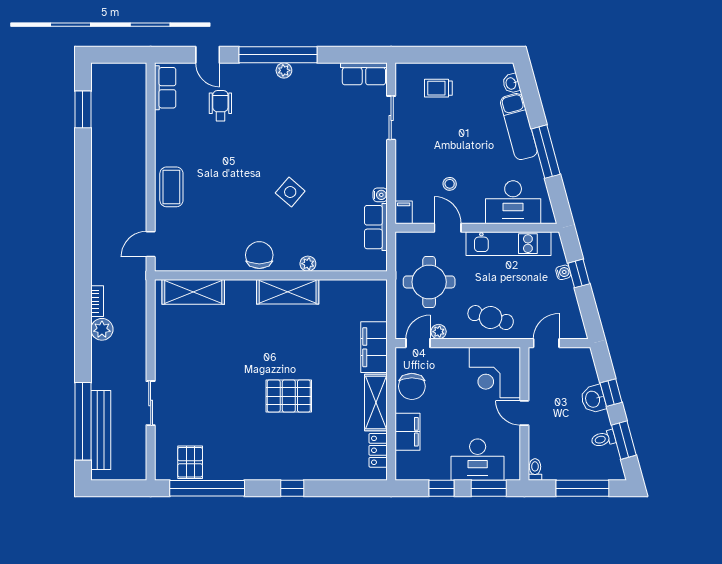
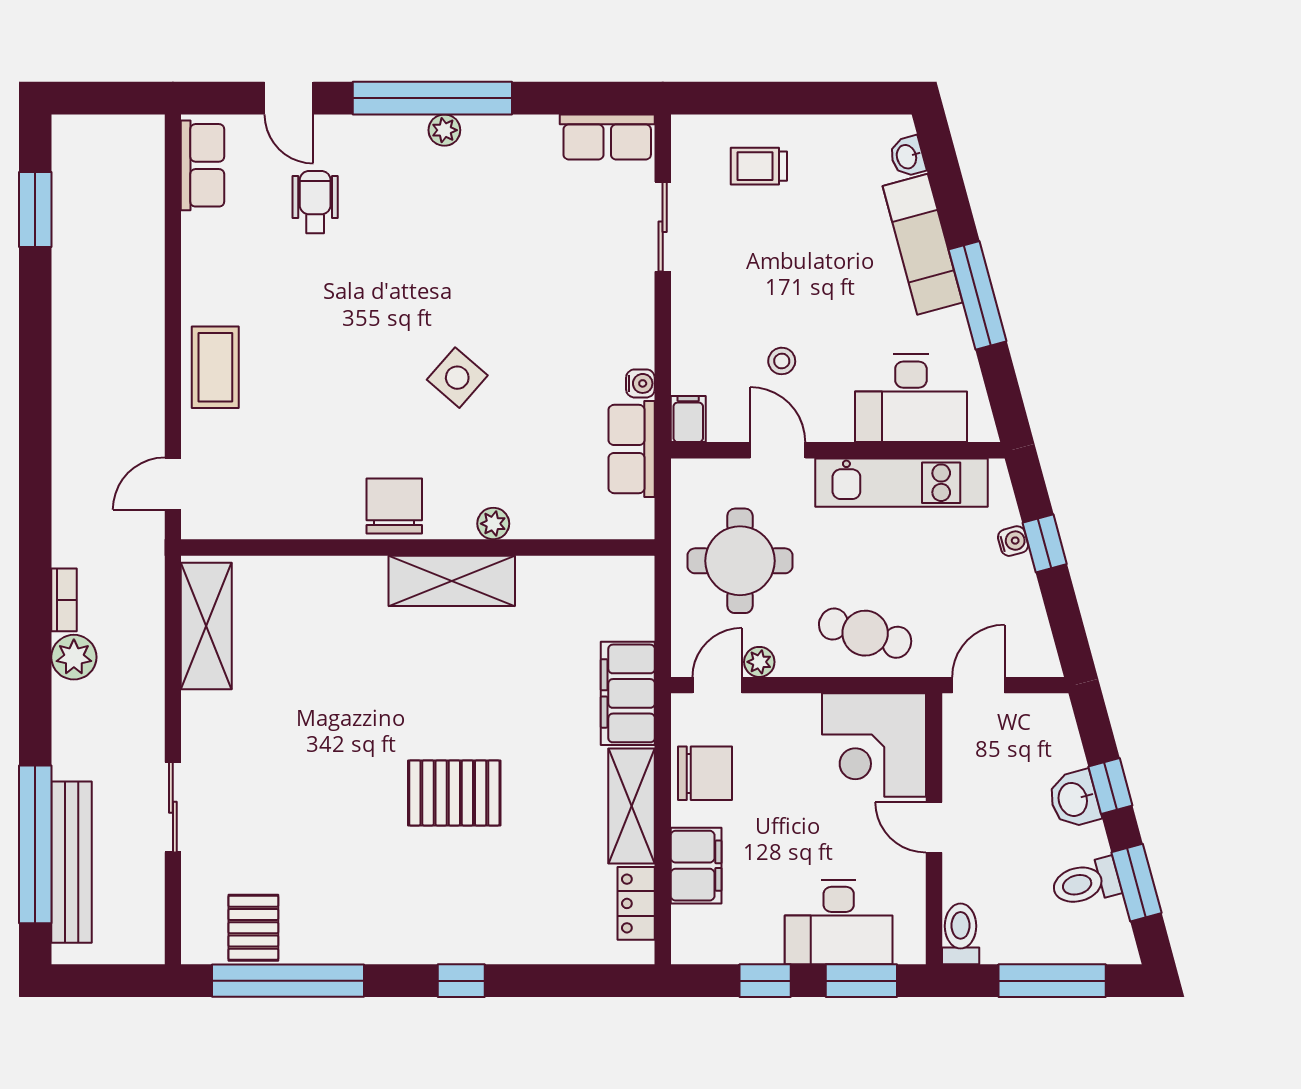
shelving: (193, 292) -> (206, 626), moved, turned 90
chair: (412, 386) -> (705, 773), turned -90
toilet: (603, 439) -> (1086, 882), width x1.37, depth x1.39
toilet: (535, 469) -> (961, 934), width x1.37, depth x1.39

